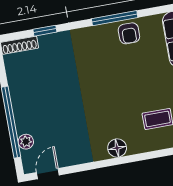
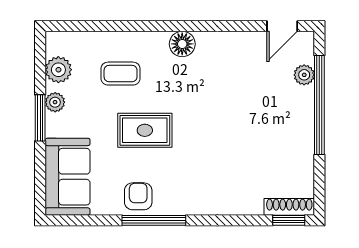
window: (45, 31) -> (289, 220), moved
rug: (133, 81) -> (145, 130), added

